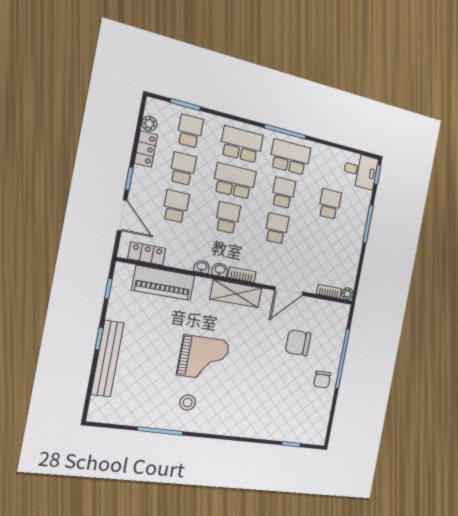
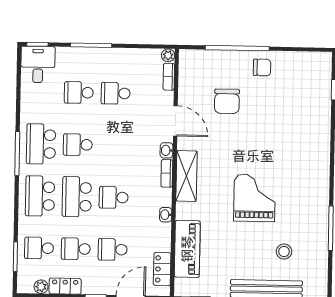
school desk: (277, 228) -> (116, 93), moved
washbasin: (220, 270) -> (167, 150), moved
stool: (188, 402) -> (284, 252), moved

